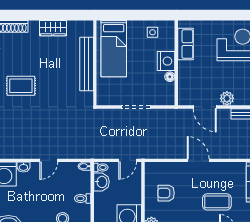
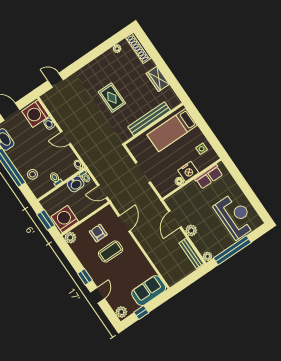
rug: (21, 86) -> (112, 98), moved
door: (198, 160) -> (124, 223), moved
coffee table: (217, 202) -> (111, 251), moved, turned 90

